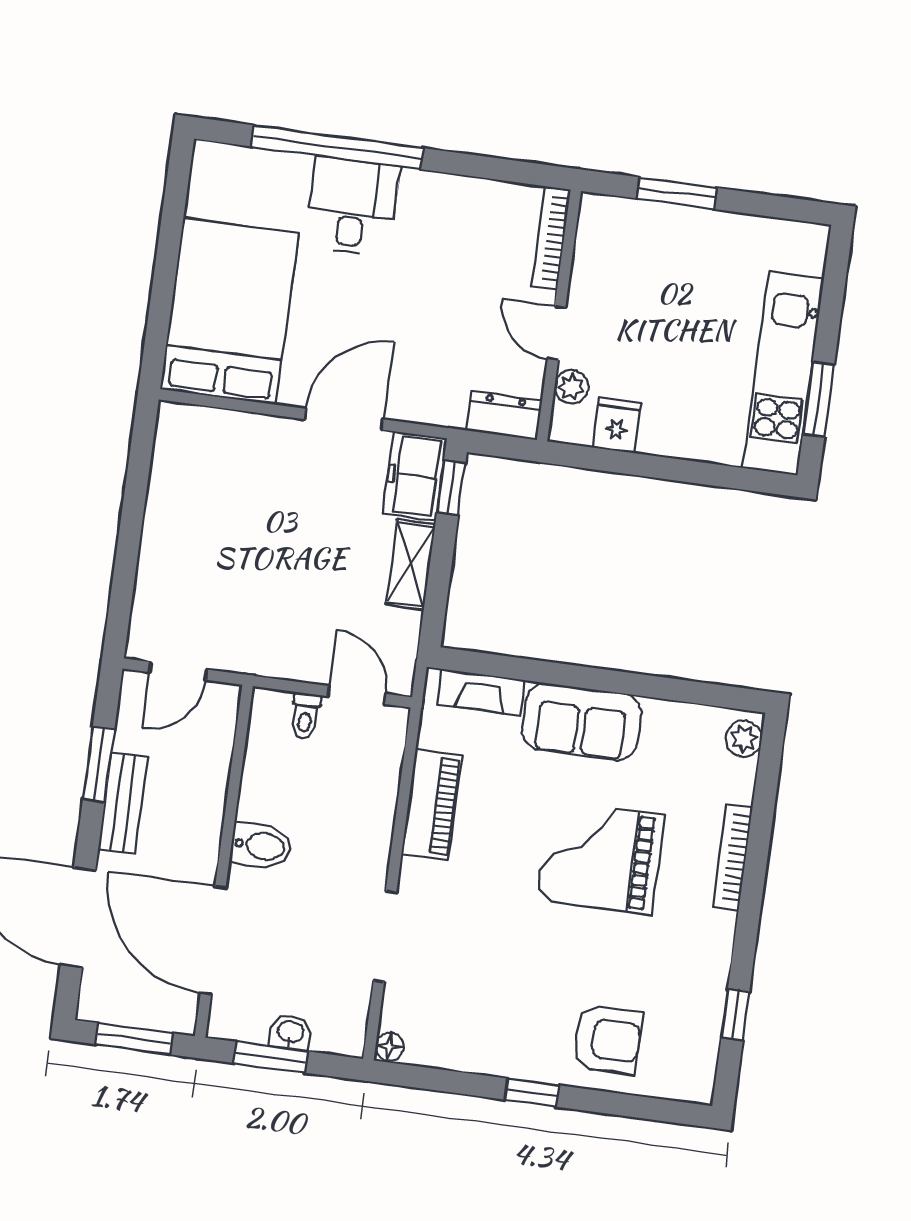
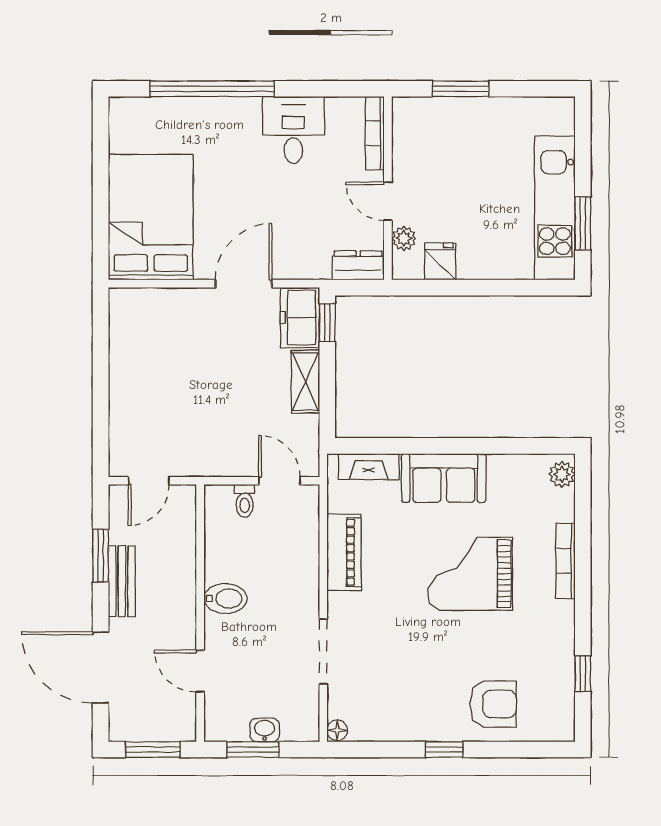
desk: (352, 206) -> (293, 130), moved
door: (213, 940) -> (200, 671), width x0.53

